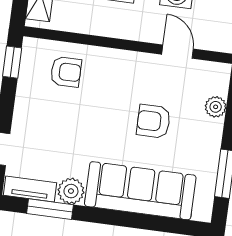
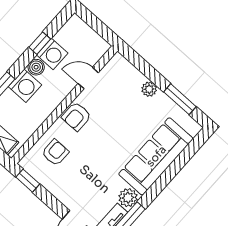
plant: (216, 107) -> (149, 89), moved
armchair: (153, 121) -> (76, 116), moved

